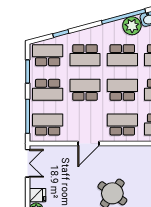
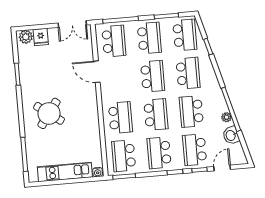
plant: (132, 26) -> (226, 117), width x0.53, depth x0.53
school desk: (85, 55) -> (188, 73), turned 180
school desk: (48, 90) -> (149, 38), turned 180
door: (88, 144) -> (97, 72), moved

